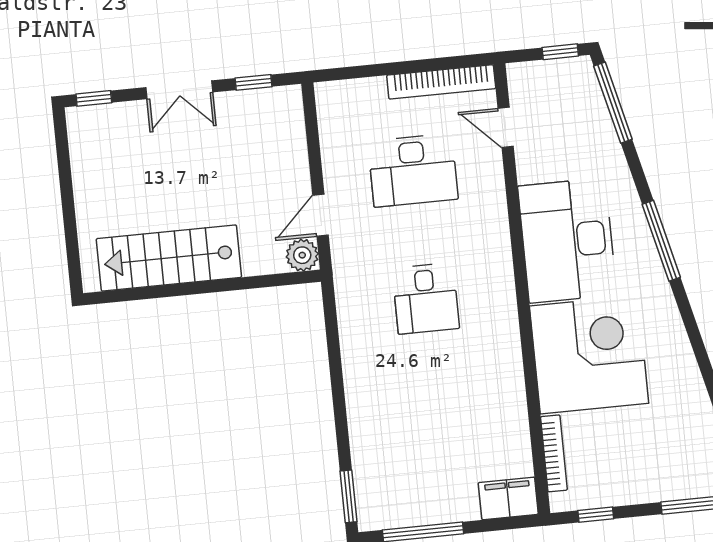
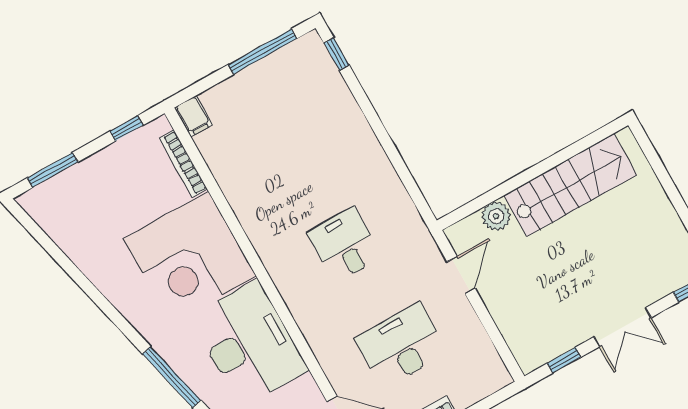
double door: (179, 90) -> (622, 327), swing flipped
plant: (302, 255) -> (496, 216), moved
window: (349, 496) -> (336, 54), width x0.67
filing cabinet: (508, 498) -> (193, 116), width x0.50

